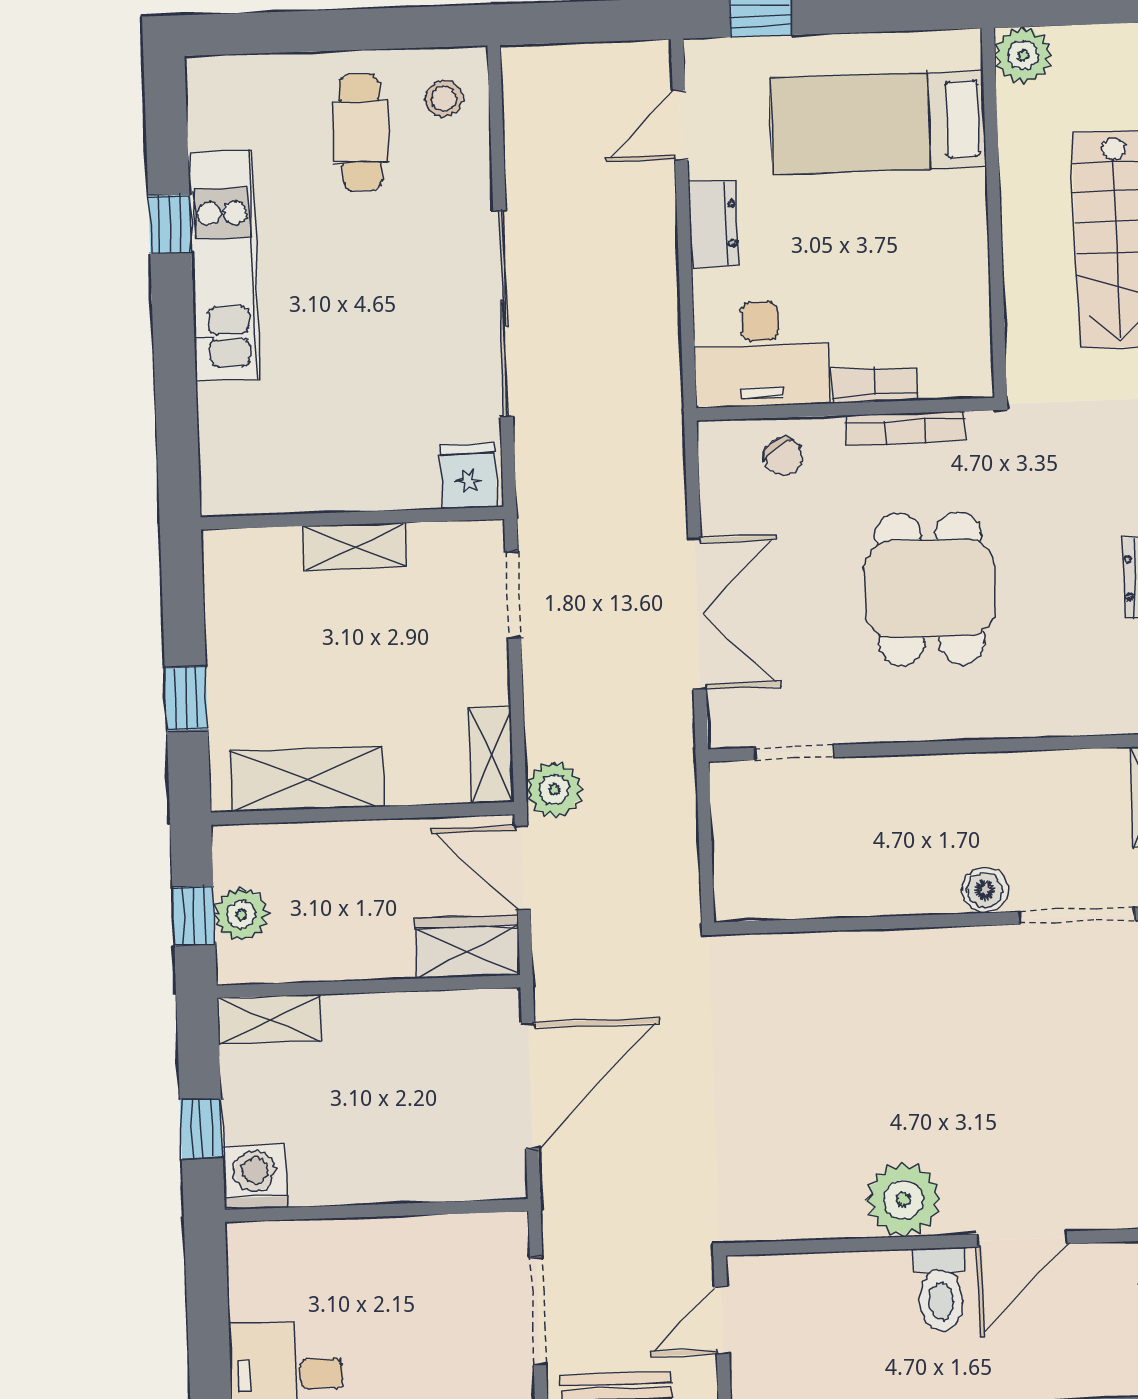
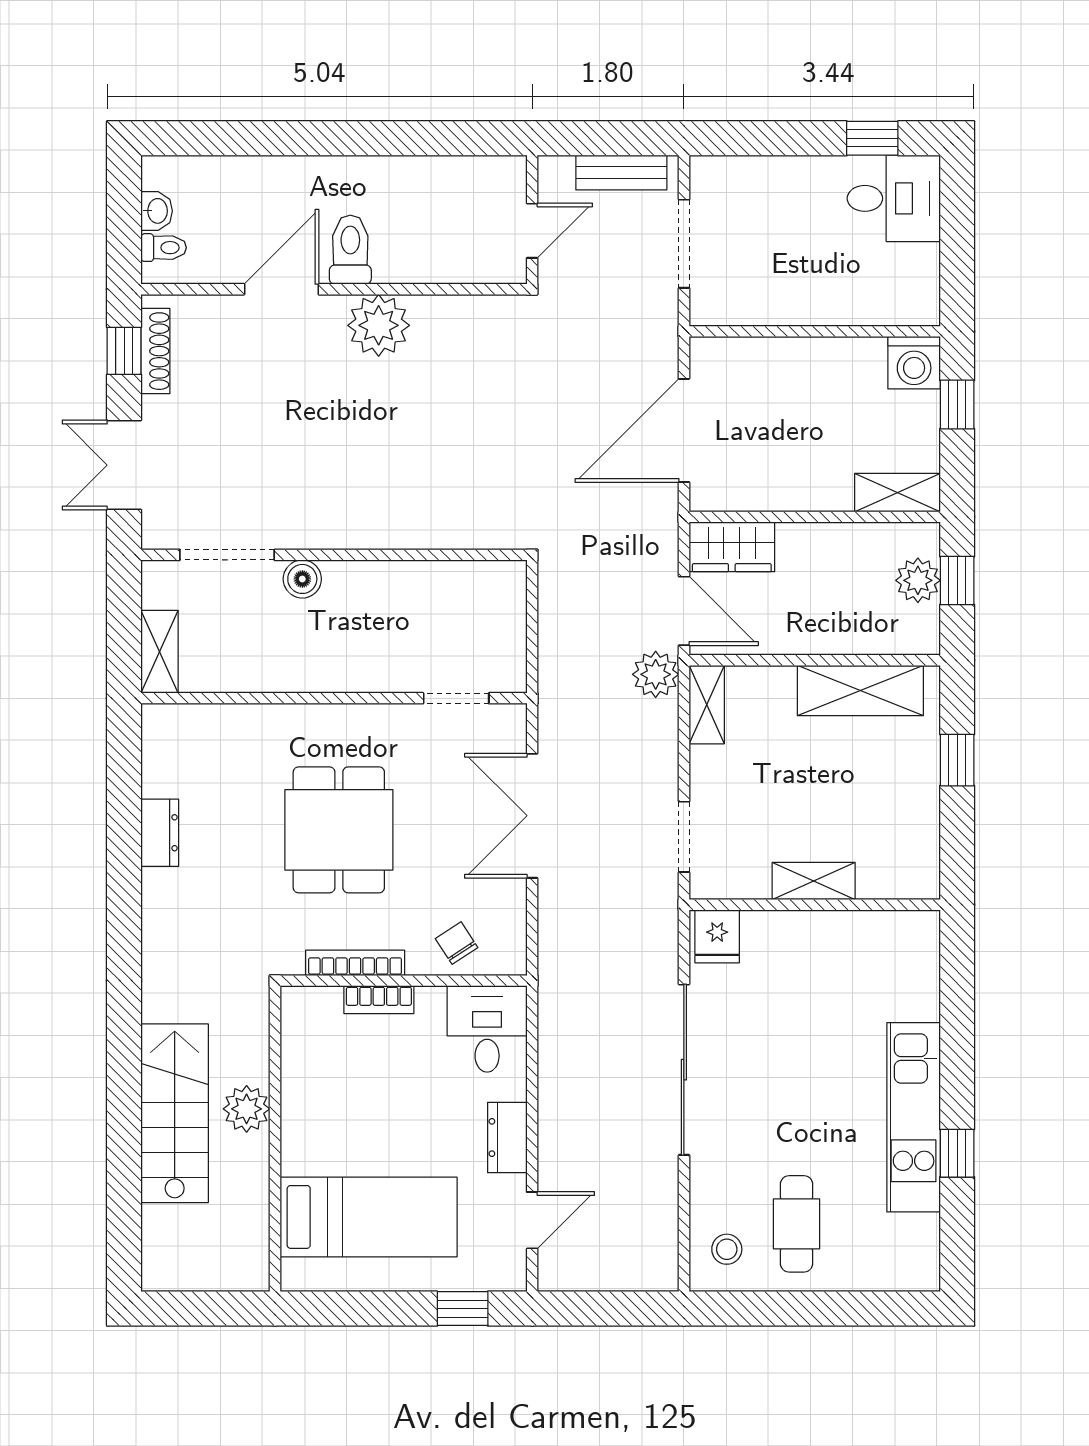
plant: (1023, 55) -> (247, 1109), moved
desk: (761, 354) -> (487, 1029), width x0.73

